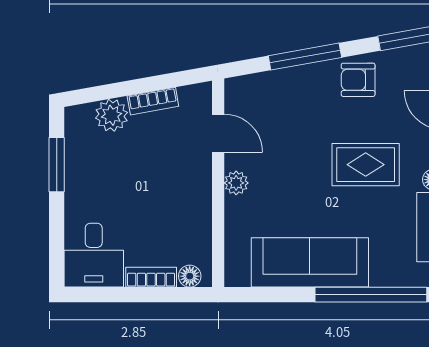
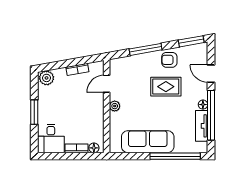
plant: (112, 115) -> (47, 78), moved
door: (218, 133) -> (107, 84), swing flipped
window: (57, 165) -> (34, 112), moved
rug: (366, 165) -> (166, 87), moved

